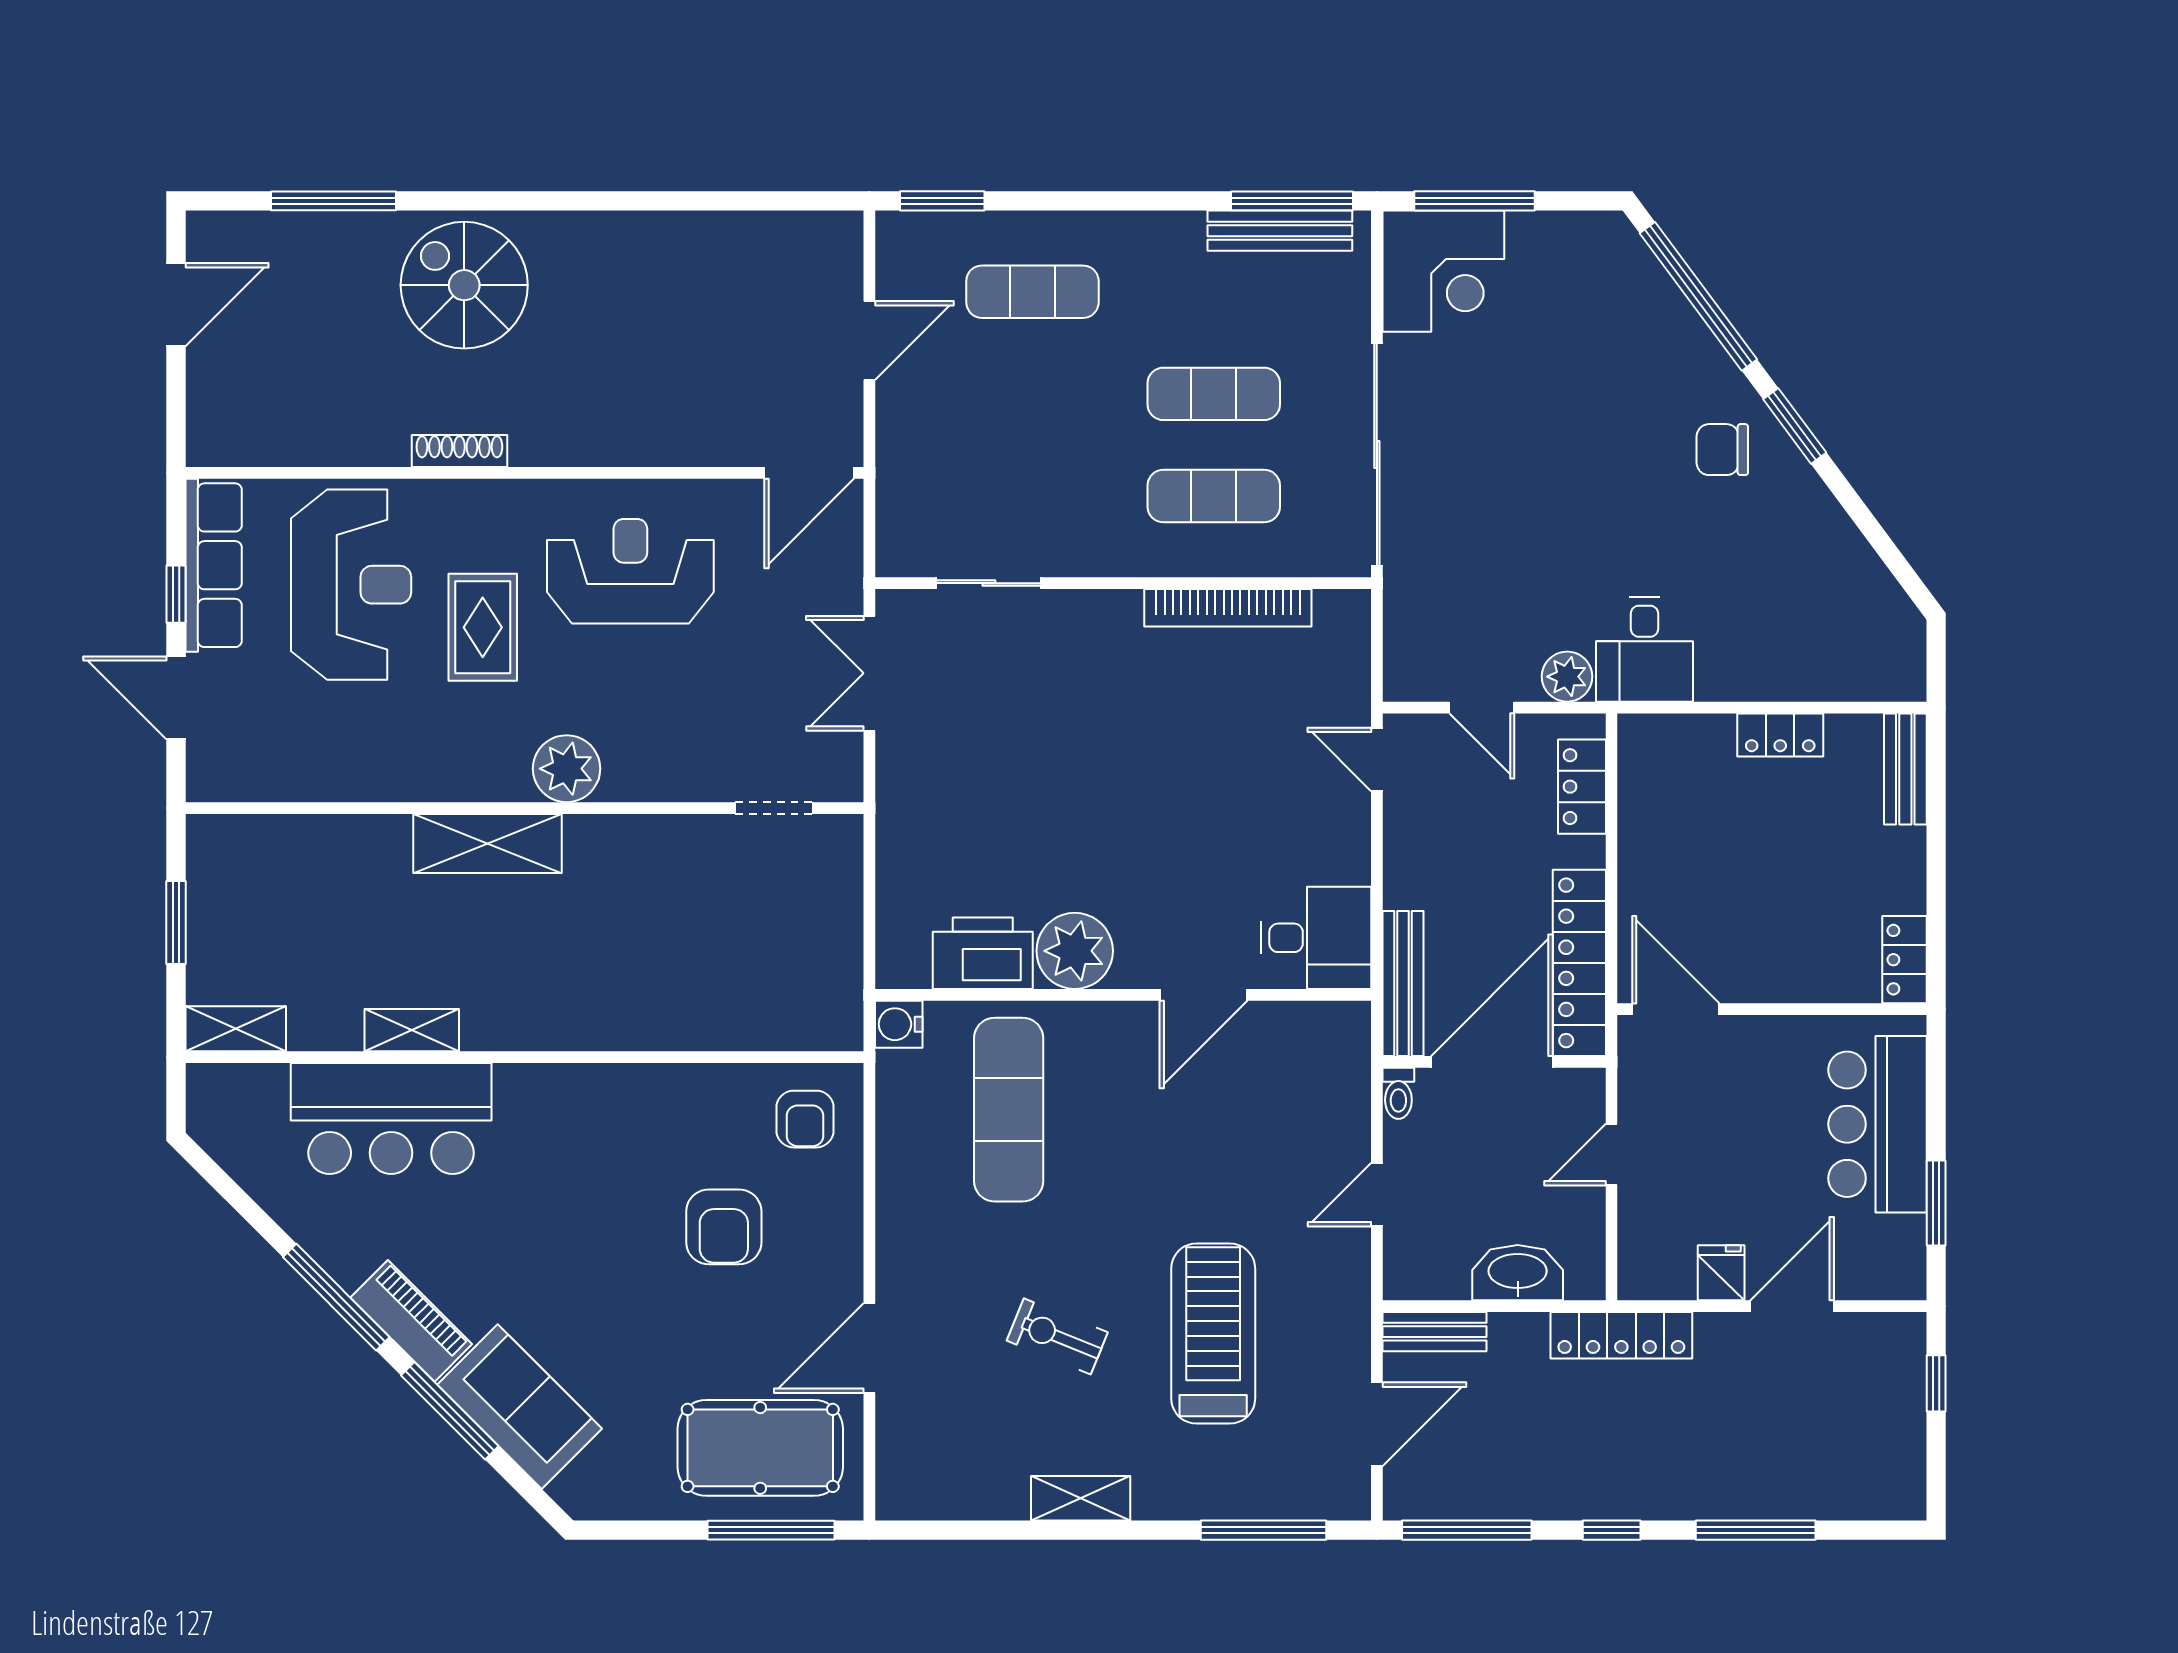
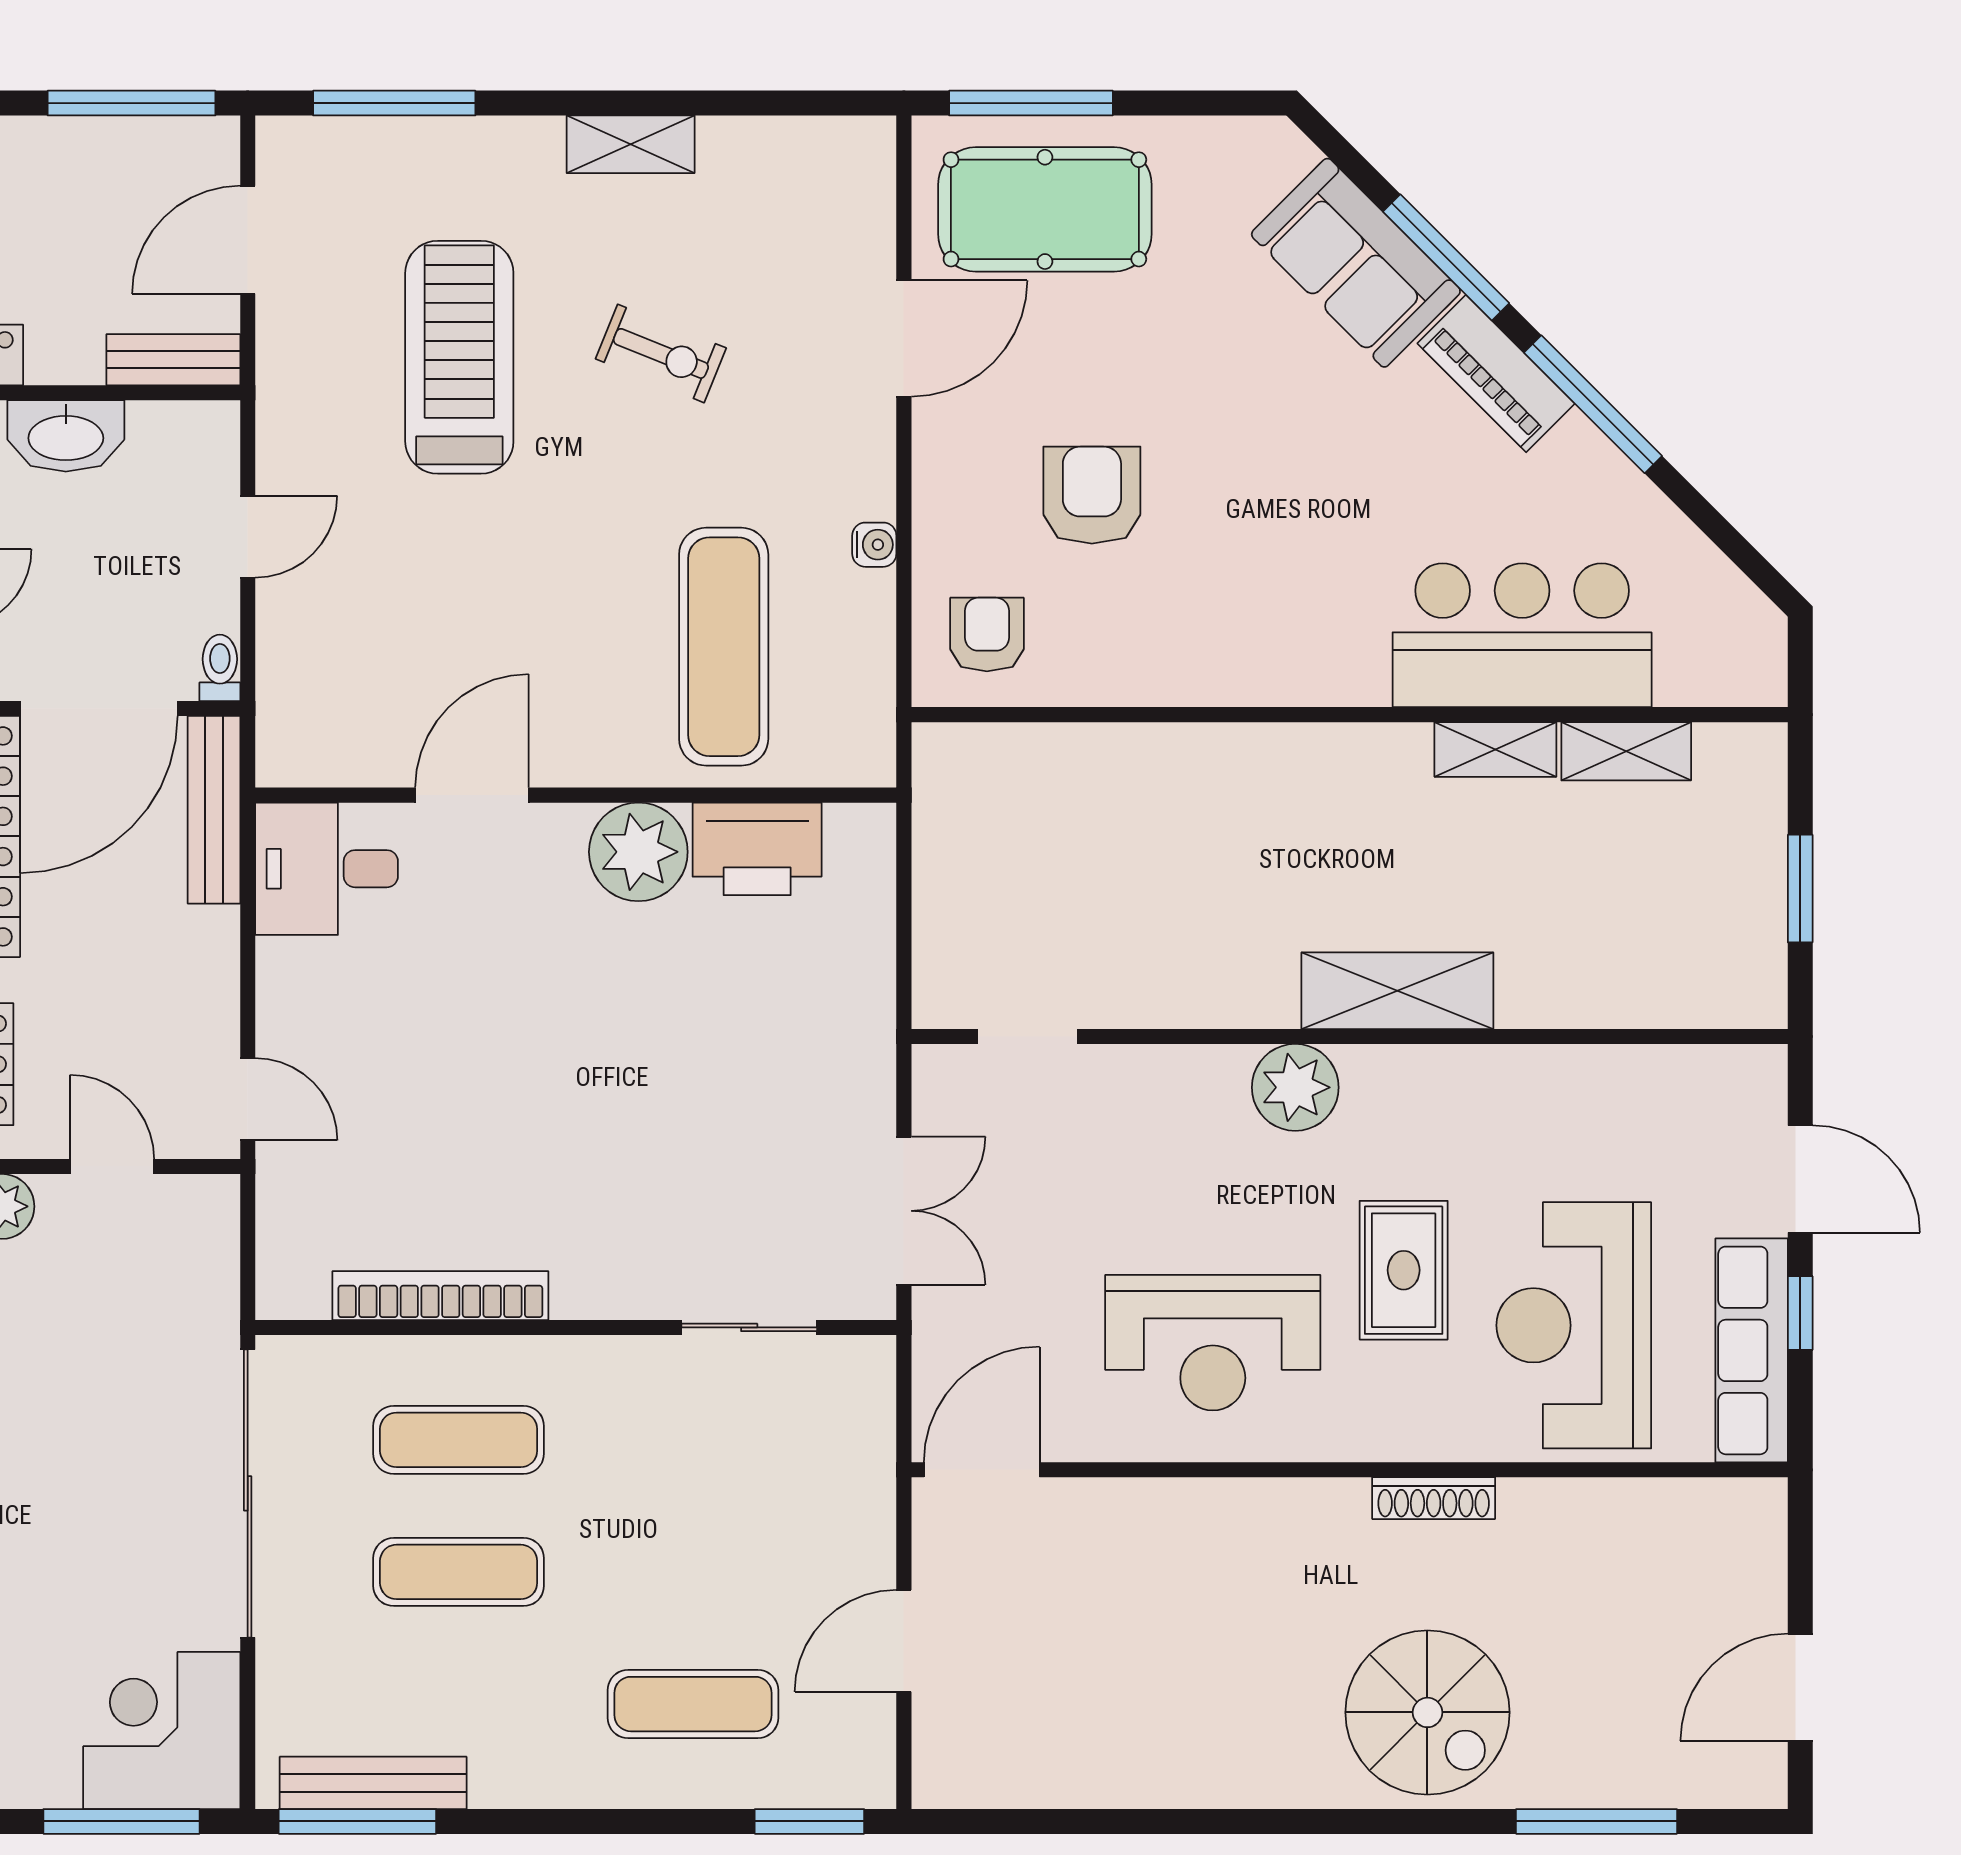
water cooler: (899, 1024) -> (874, 545), moved, width x0.72, depth x0.72
shelving: (236, 1029) -> (1626, 751), moved
treadmill: (1213, 1334) -> (459, 357), turned 180

